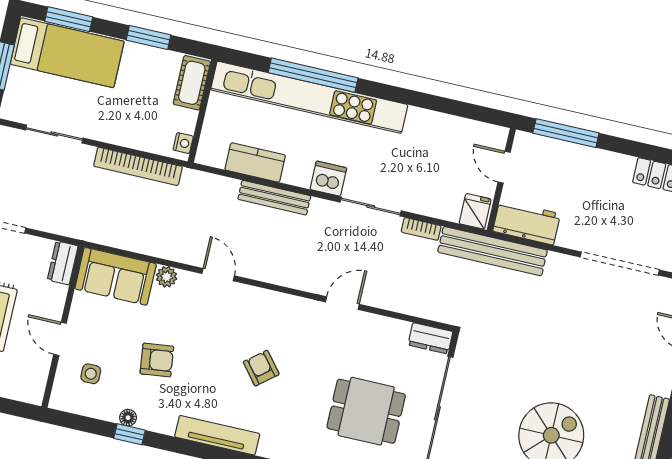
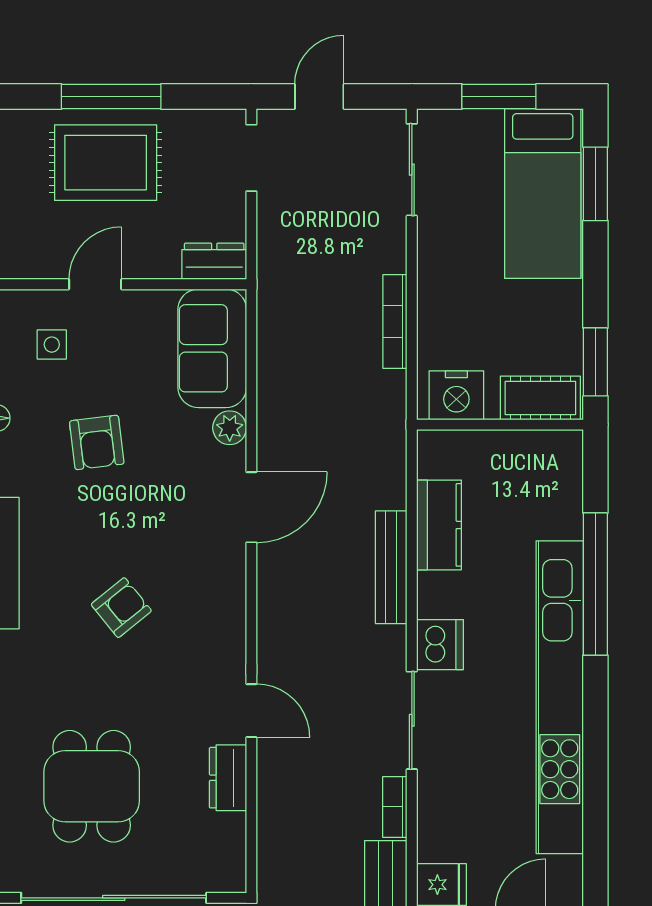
window: (148, 37) -> (595, 362), moved
kitchen unit: (309, 97) -> (560, 697), moved
sliding door: (54, 134) -> (412, 170), moved
nightstand: (183, 143) -> (456, 395), width x1.89, depth x1.79
bookcase: (138, 166) -> (395, 322), width x0.68, depth x0.76
door: (218, 275) -> (251, 507), width x1.38
dresser: (430, 338) -> (228, 778), moved

